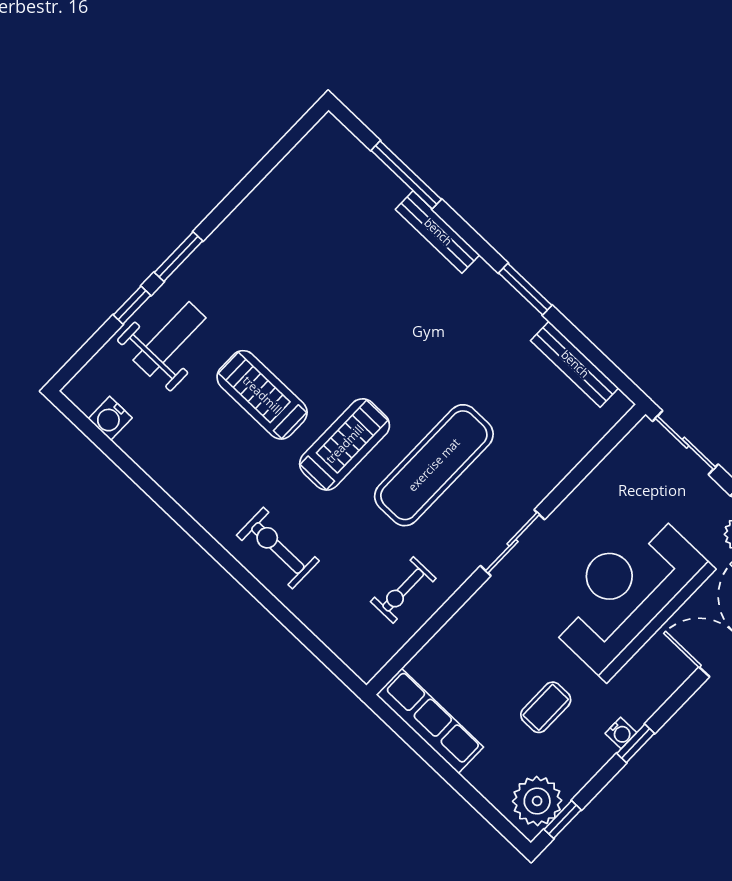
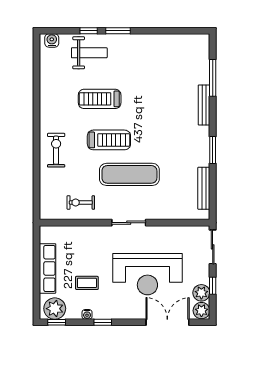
treadmill: (262, 395) -> (100, 99), turned -90
water cooler: (110, 418) -> (52, 40), moved, turned 90
reception desk: (627, 593) -> (147, 274), turned 180
row of seats: (430, 721) -> (48, 268), moved
water cooler: (621, 733) -> (87, 314), moved

